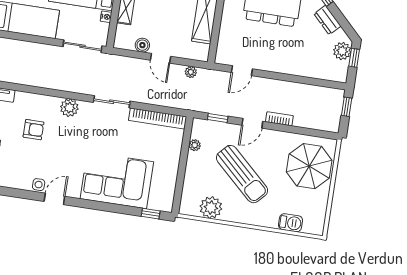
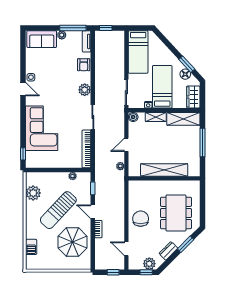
boiler: (142, 45) -> (133, 117), moved
chair: (273, 54) -> (141, 219), added
door: (242, 71) -> (126, 249), moved
armchair: (33, 130) -> (84, 65), moved
parasol: (309, 166) -> (72, 242), moved

